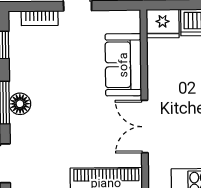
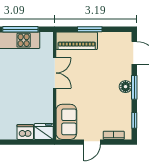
sofa: (123, 65) -> (66, 122), moved

